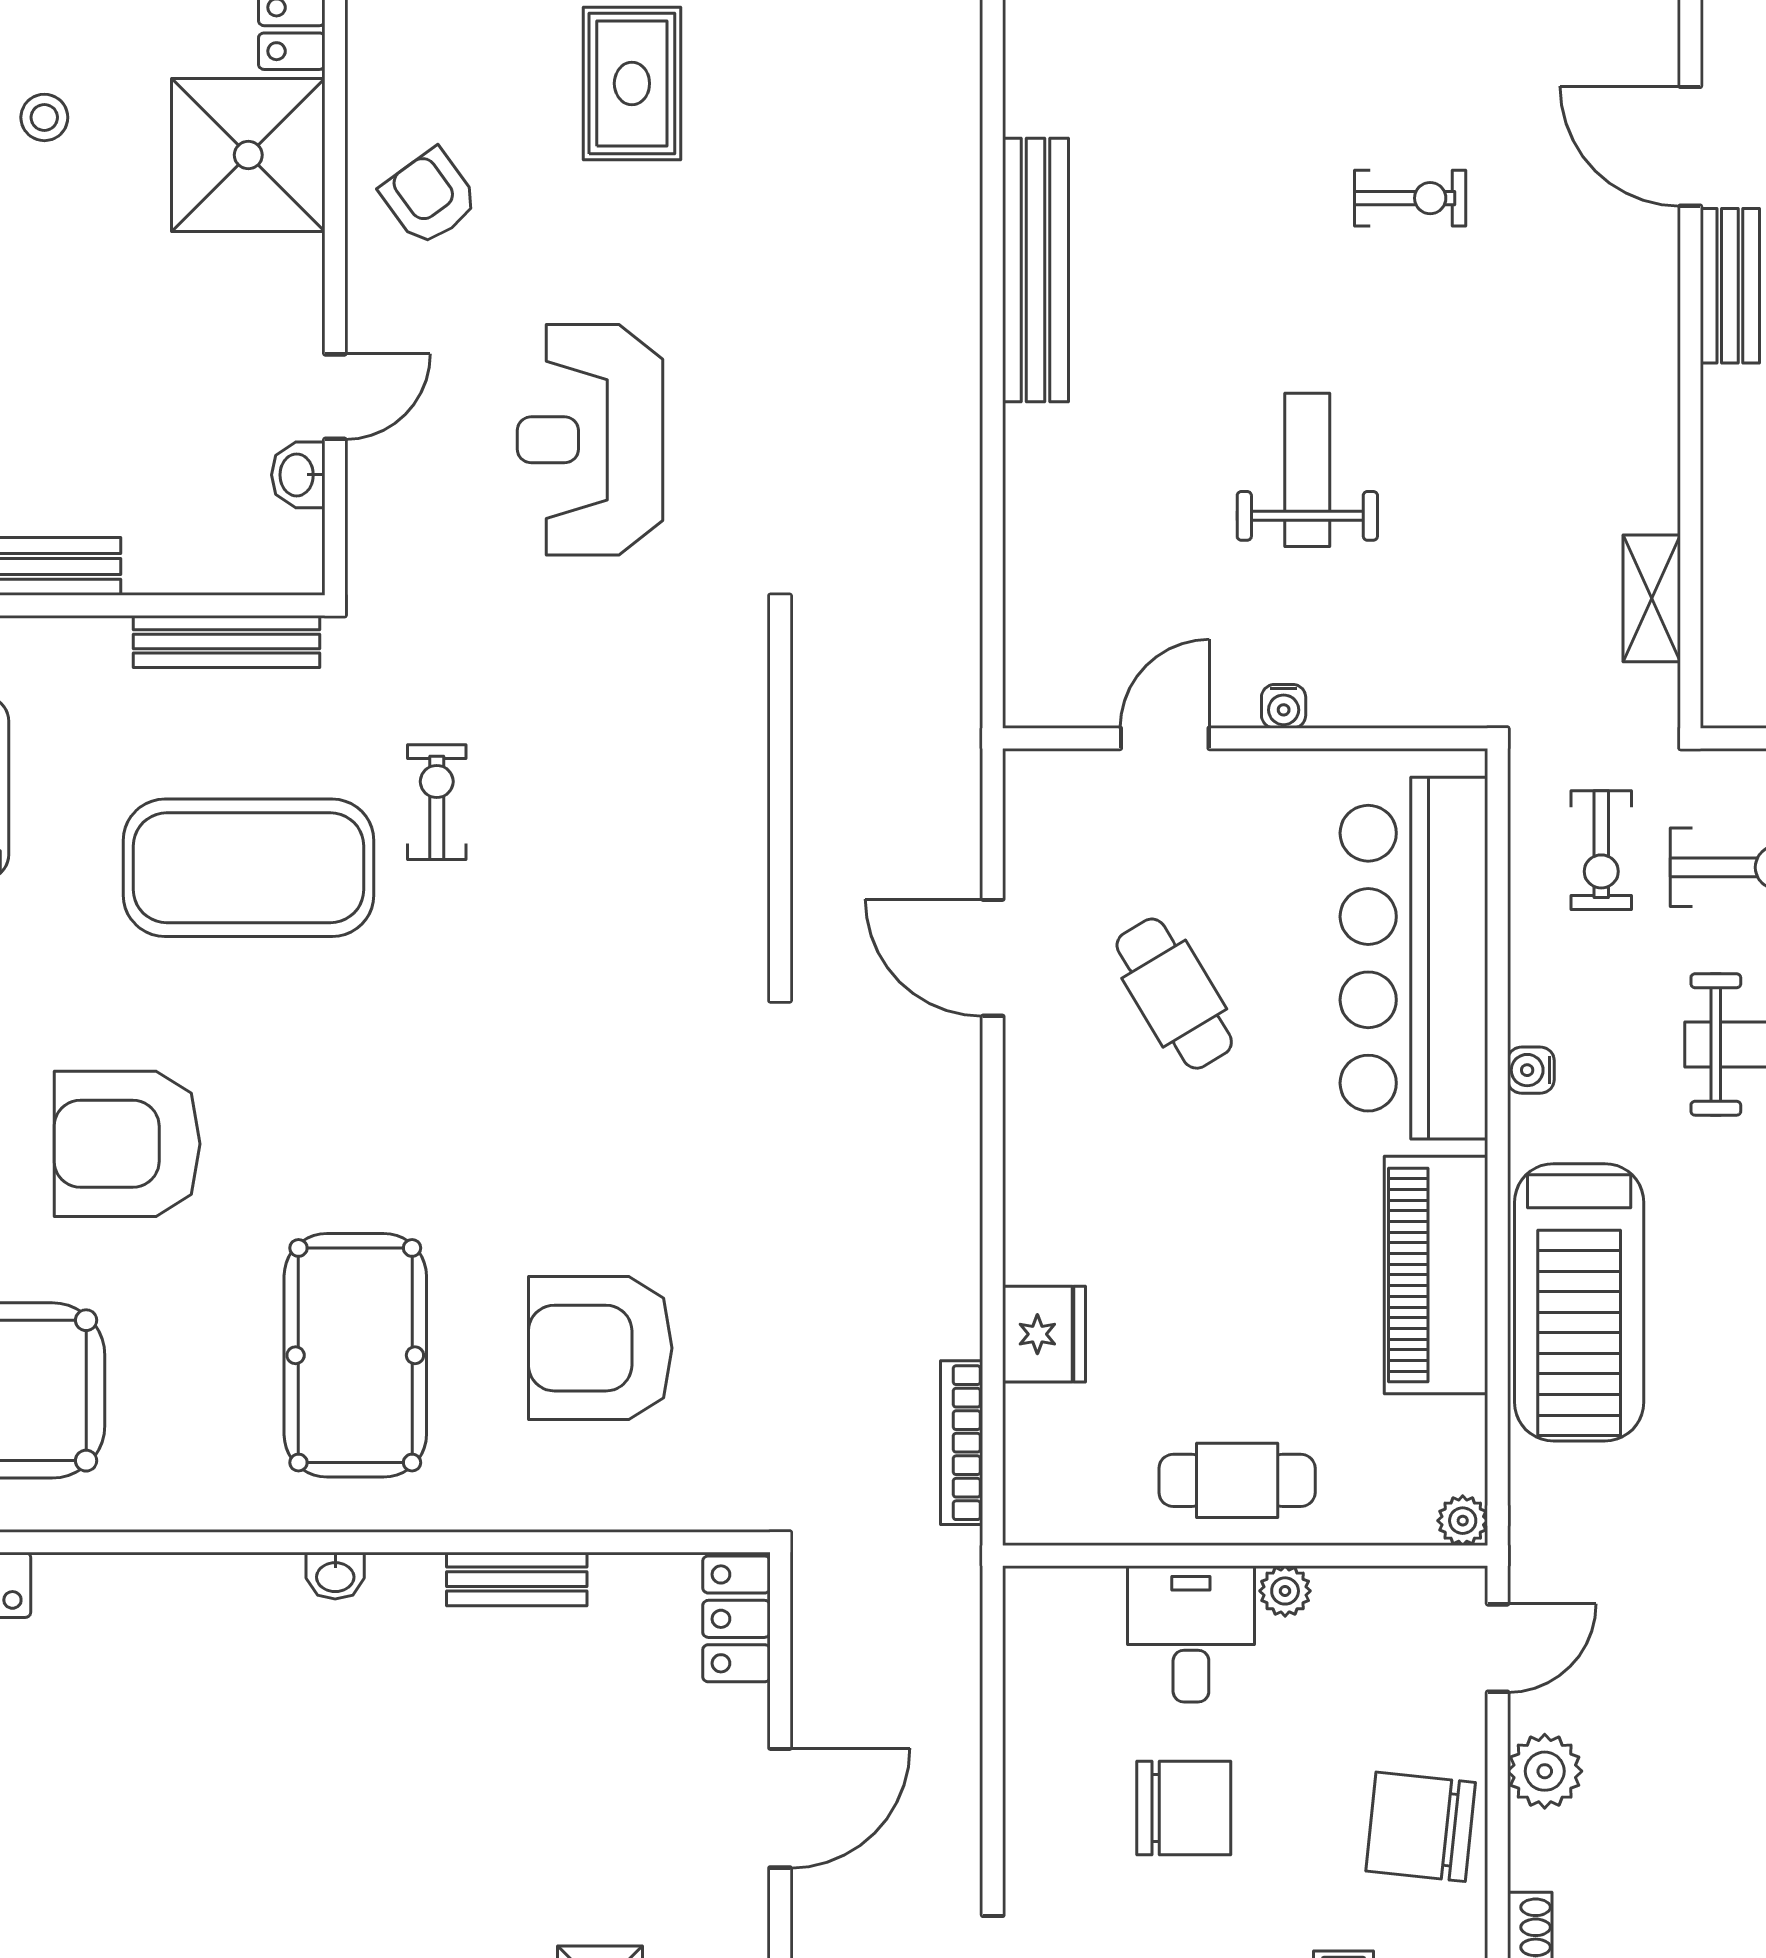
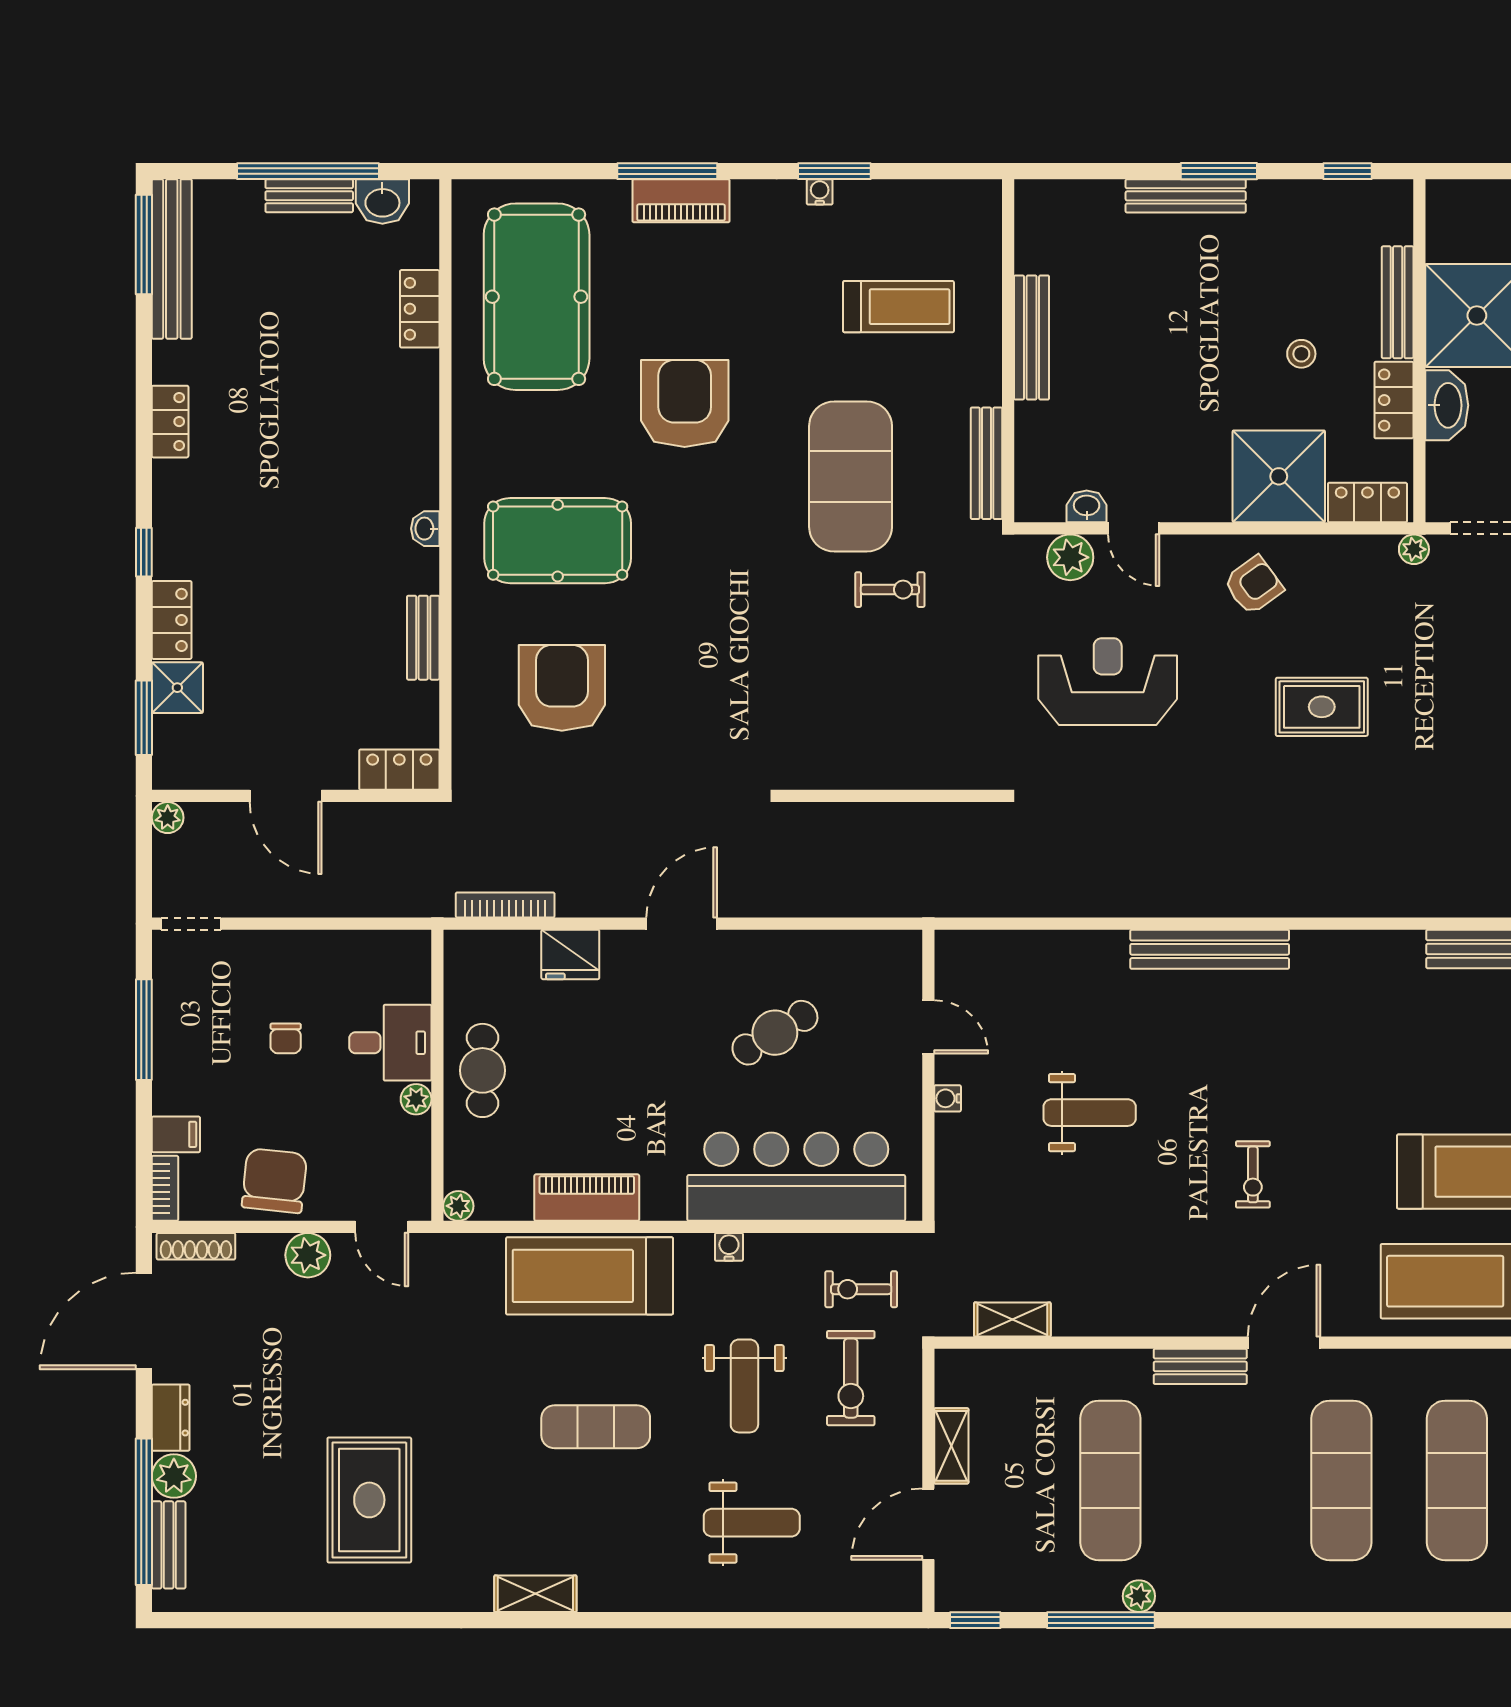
plant: (383, 502) -> (1070, 557), added
door: (993, 958) -> (682, 924), moved
piano: (1436, 1275) -> (587, 1198), width x0.73, depth x0.75
chair: (1184, 1808) -> (286, 1038), width x0.54, depth x0.54

